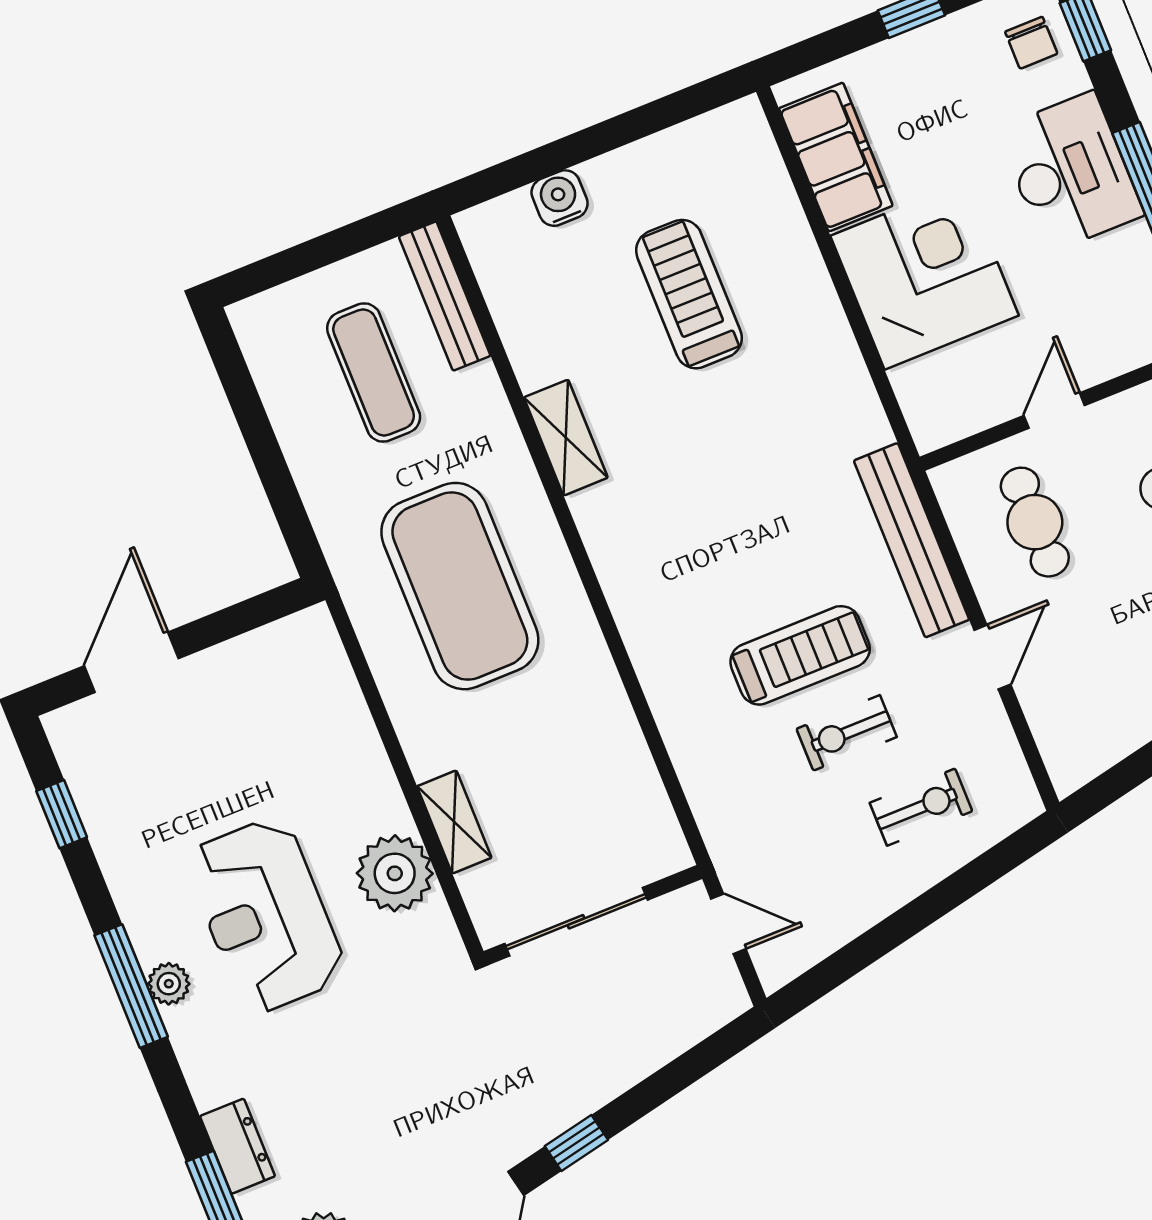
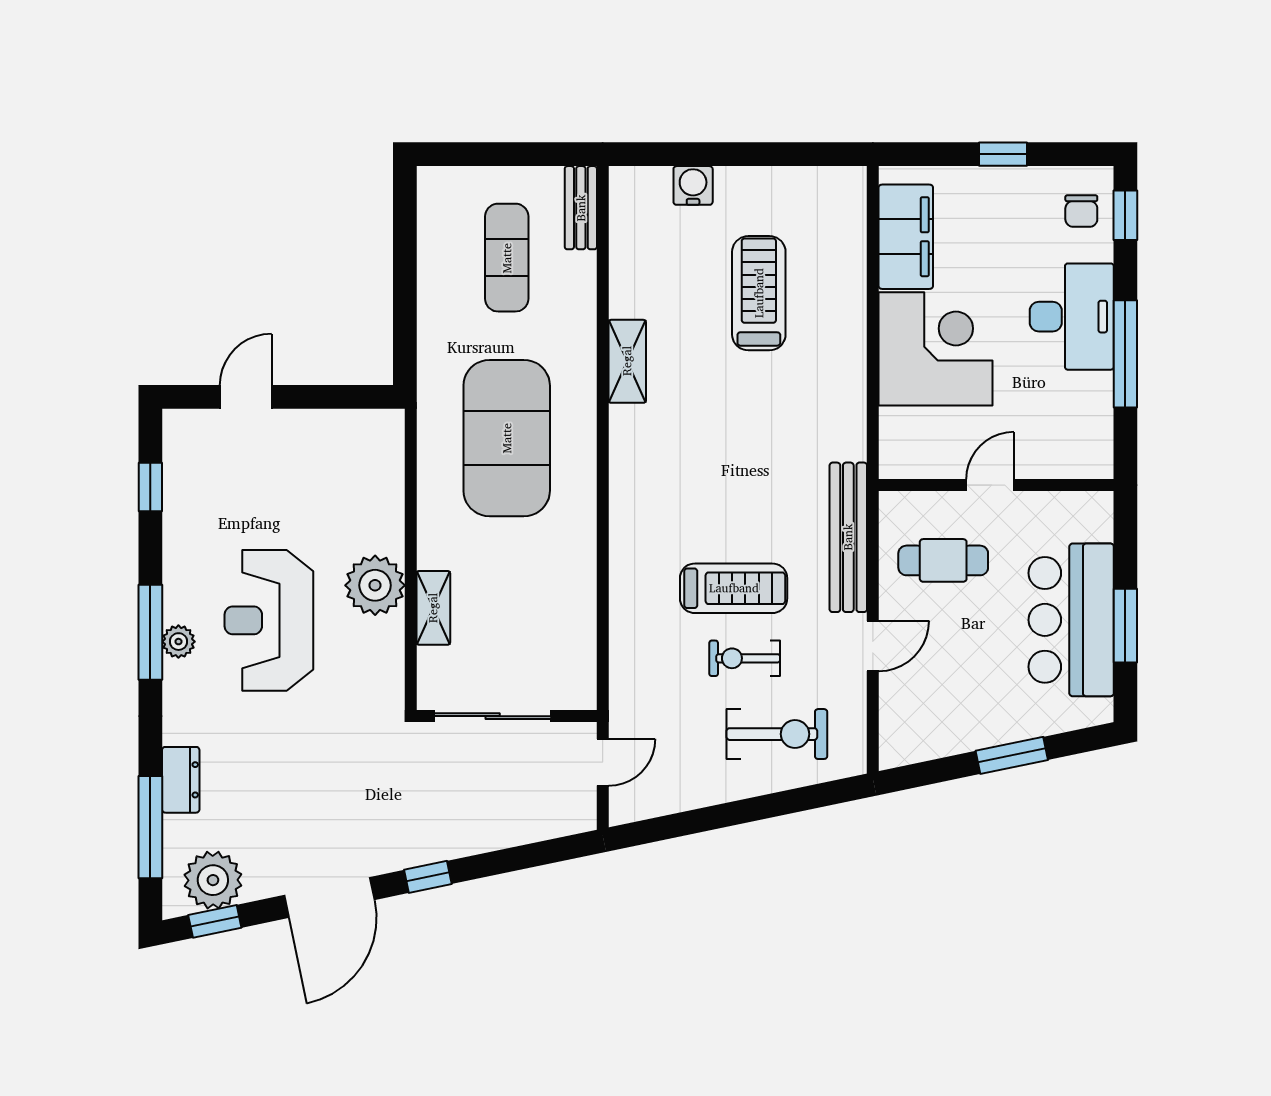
bench: (445, 296) -> (581, 208), width x0.73
cafe table: (1035, 522) -> (943, 560), turned 90
door: (131, 662) -> (246, 397), width x0.73
exercise bike: (921, 807) -> (777, 734), width x1.38, depth x1.39
plant: (395, 873) -> (375, 585), moved
door: (728, 924) -> (603, 762), hinge flipped

